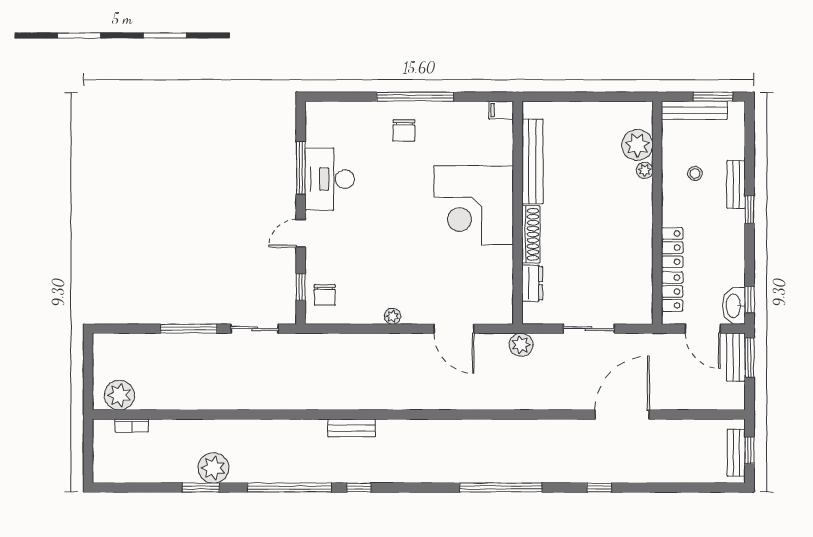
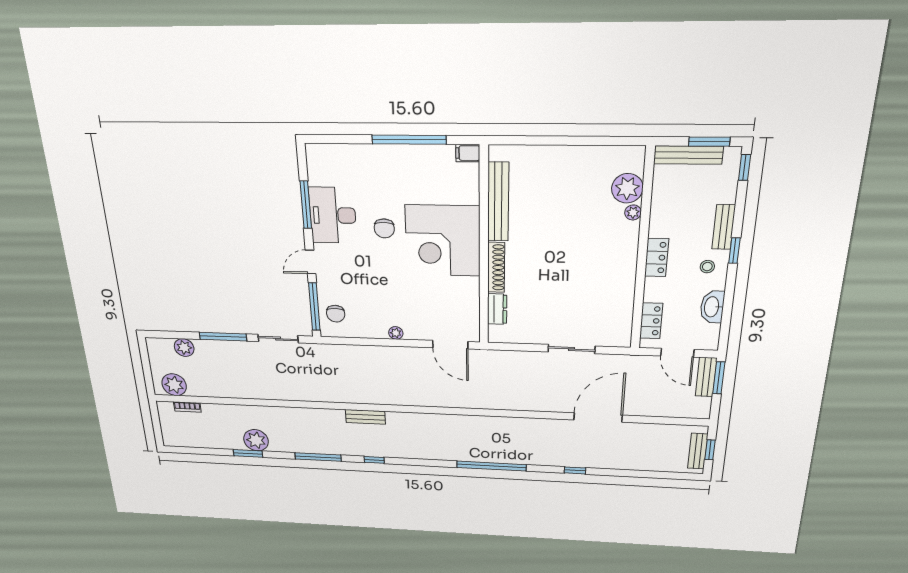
filing cabinet: (501, 110) -> (468, 153), moved
chair: (404, 130) -> (384, 228), moved
bench: (532, 161) -> (498, 202), moved
stool: (695, 173) -> (707, 267), moved
corner desk: (474, 205) -> (443, 241), moved
wall: (518, 213) -> (484, 248), moved
shoe rack: (531, 234) -> (496, 267), moved
locker: (672, 248) -> (657, 257), moved
dresser: (532, 283) -> (497, 309), moved
window: (301, 287) -> (314, 307), width x2.17
window: (749, 300) -> (745, 167), moved
washbasin: (734, 306) -> (712, 307), moved
plant: (521, 345) -> (184, 348), moved
window: (289, 488) -> (318, 457), width x0.68

